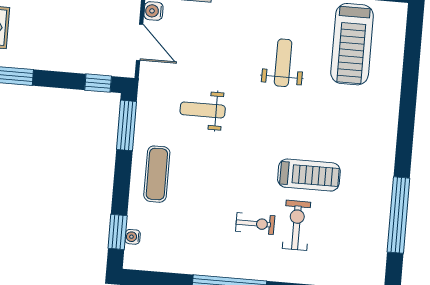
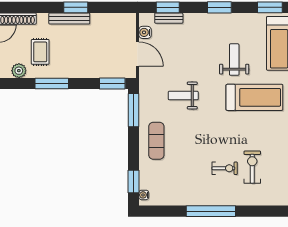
window: (98, 83) -> (112, 83), width x1.50
treadmill: (309, 175) -> (254, 97), moved, width x1.37, depth x1.38
water cooler: (133, 237) -> (144, 195), moved

